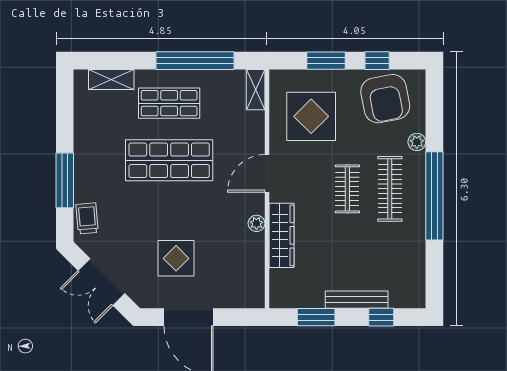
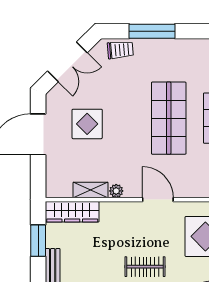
wardrobe: (282, 235) -> (72, 212), moved
shelving: (255, 254) -> (91, 190), added
double door: (101, 282) -> (67, 62), swing flipped

